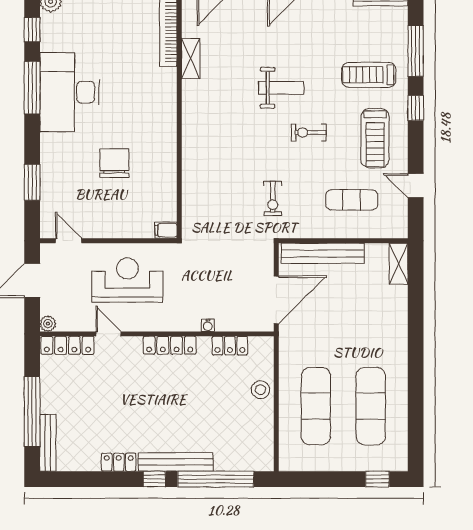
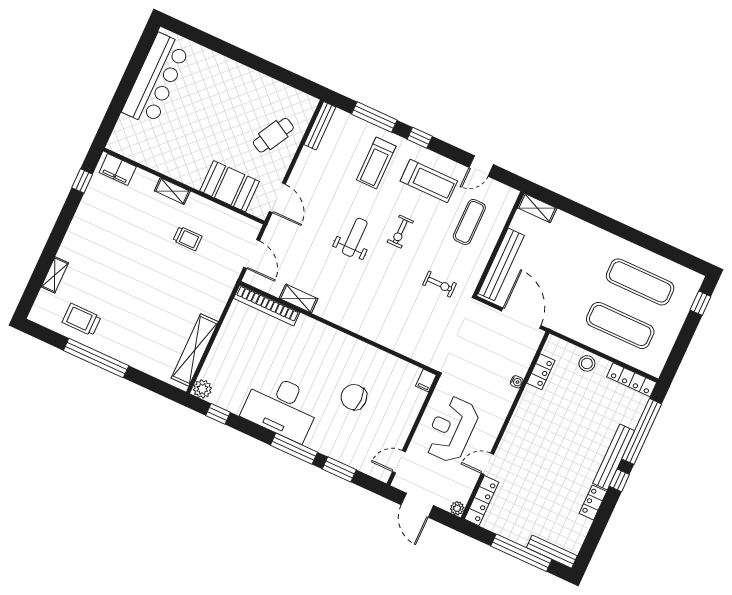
window: (32, 88) -> (294, 449), moved
locker: (170, 345) -> (632, 380), moved, turned 90

